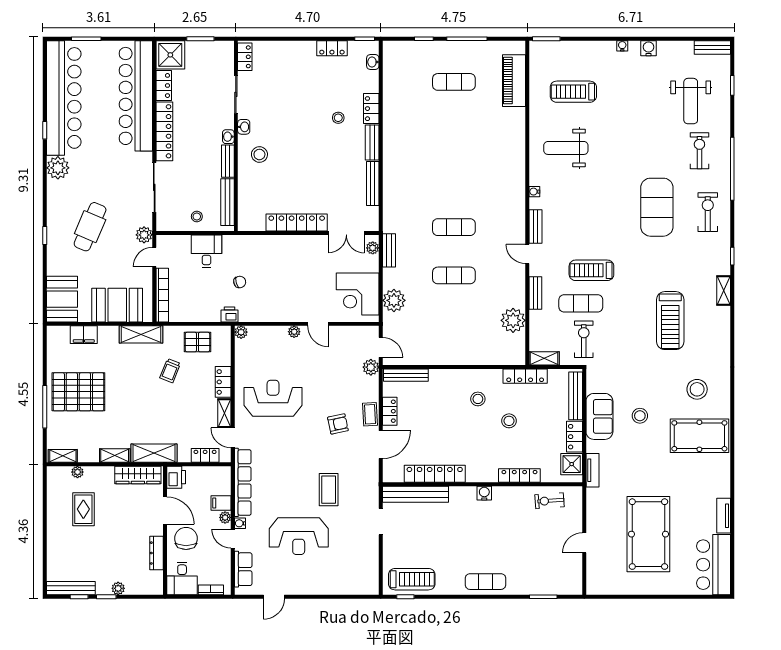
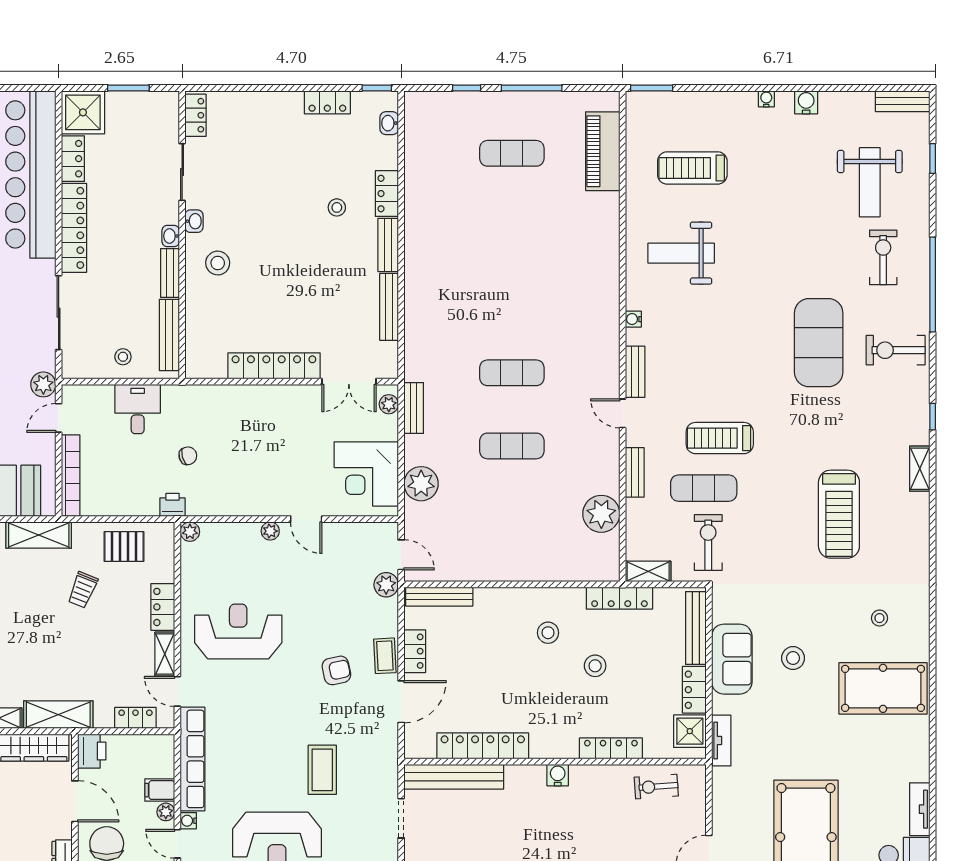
exercise bike: (708, 212) -> (896, 350), turned -90
stool: (697, 389) -> (879, 618), width x0.53, depth x0.53

